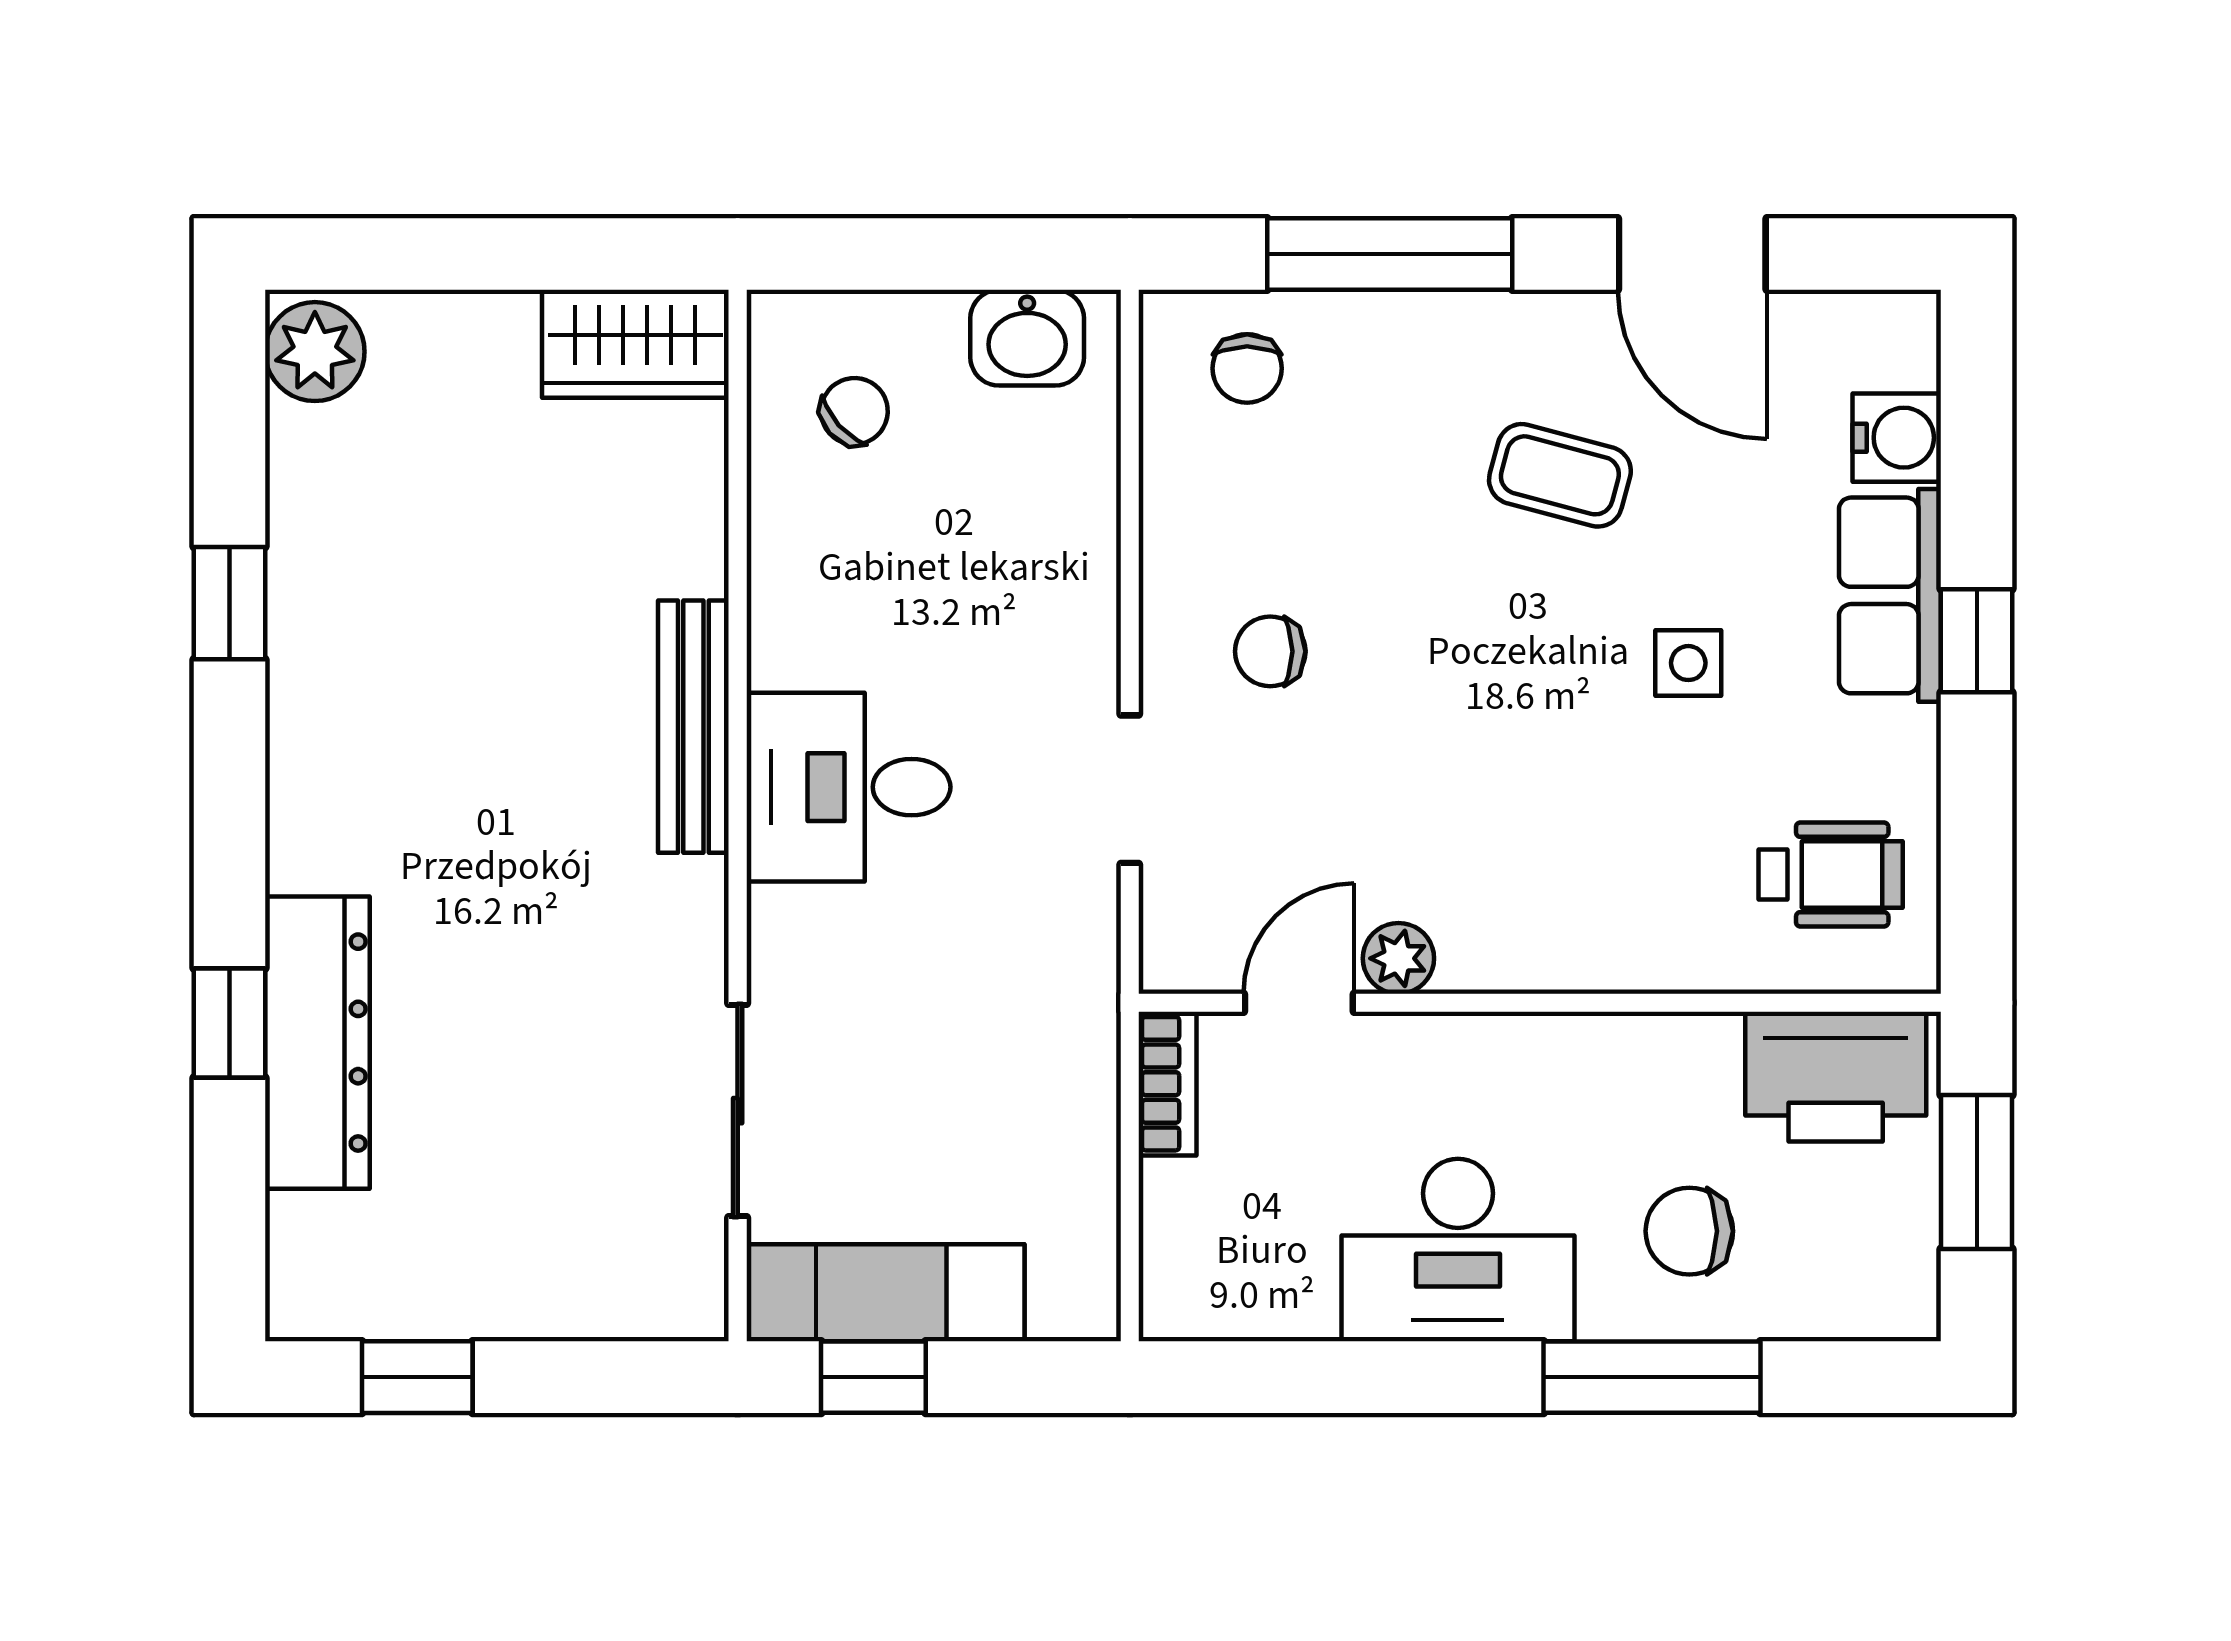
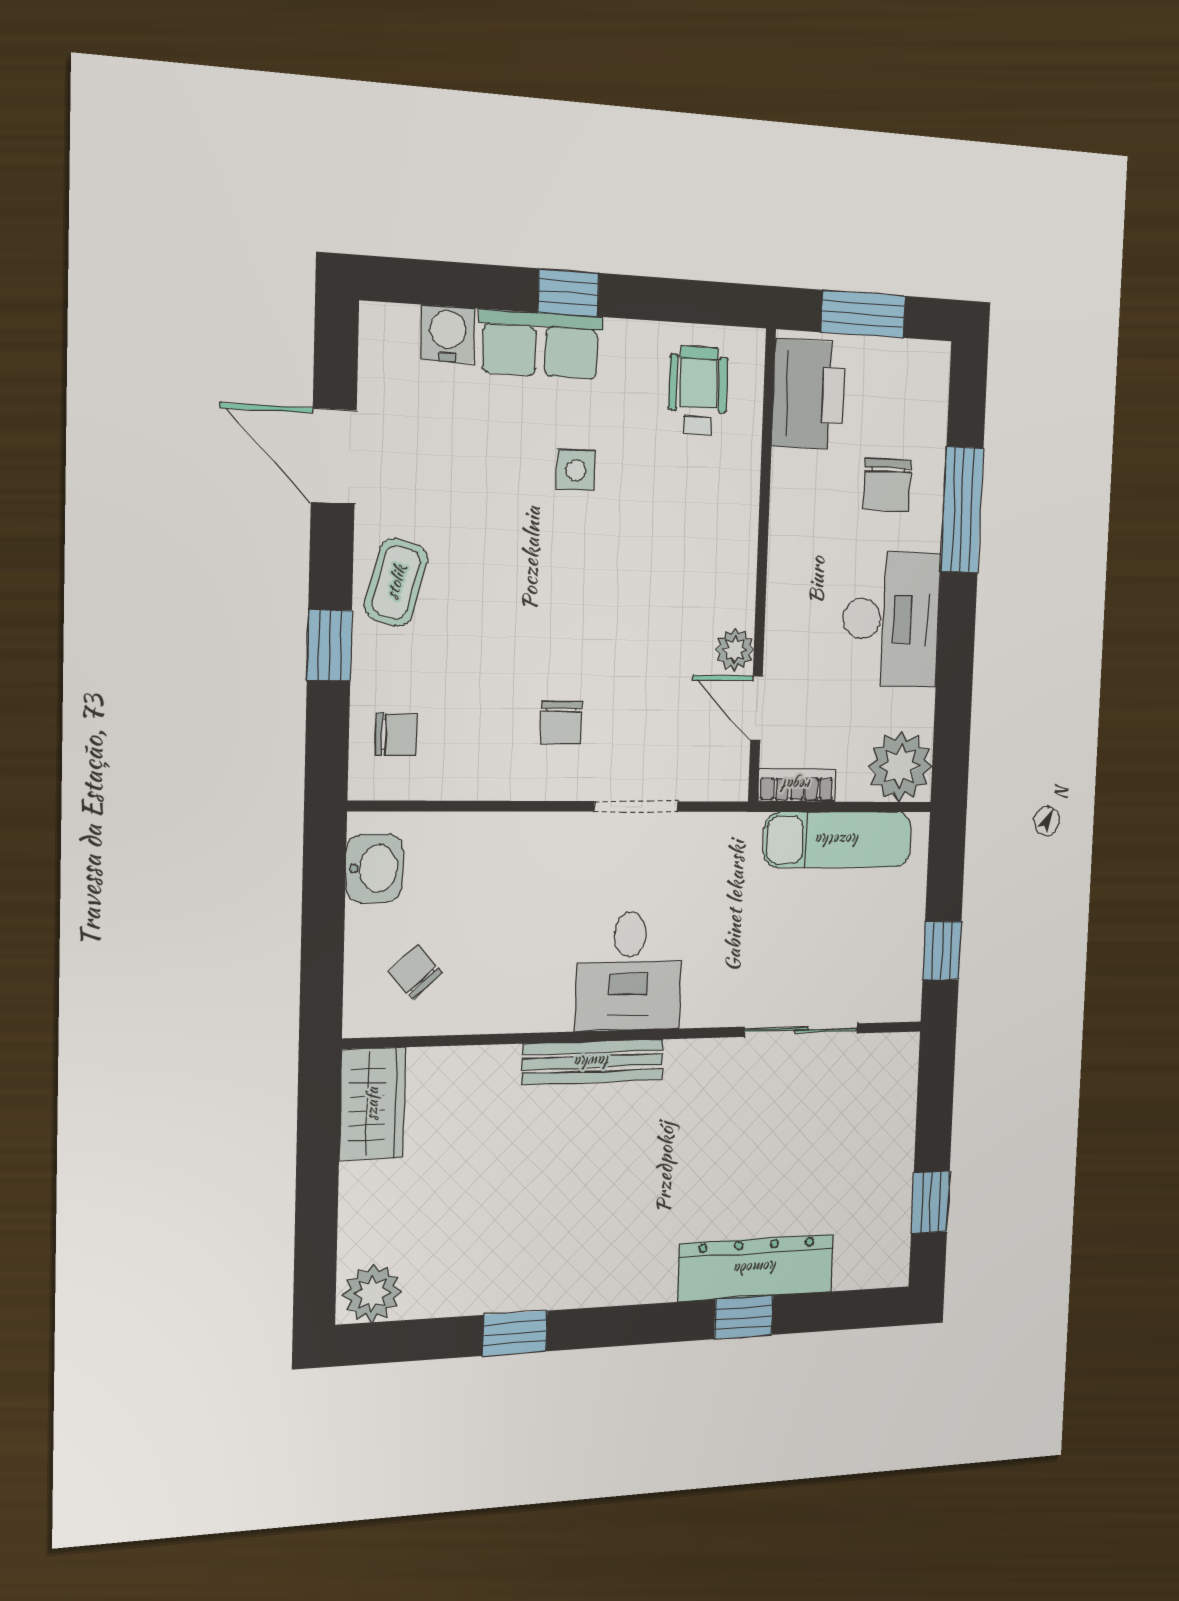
window: (1390, 254) -> (329, 645), width x0.46
door: (1692, 254) -> (334, 456), swing flipped
coffee table: (1560, 475) -> (396, 582), moved
plant: (1201, 1279) -> (900, 766), added
exam couch: (885, 1293) -> (838, 840), moved, turned -90

